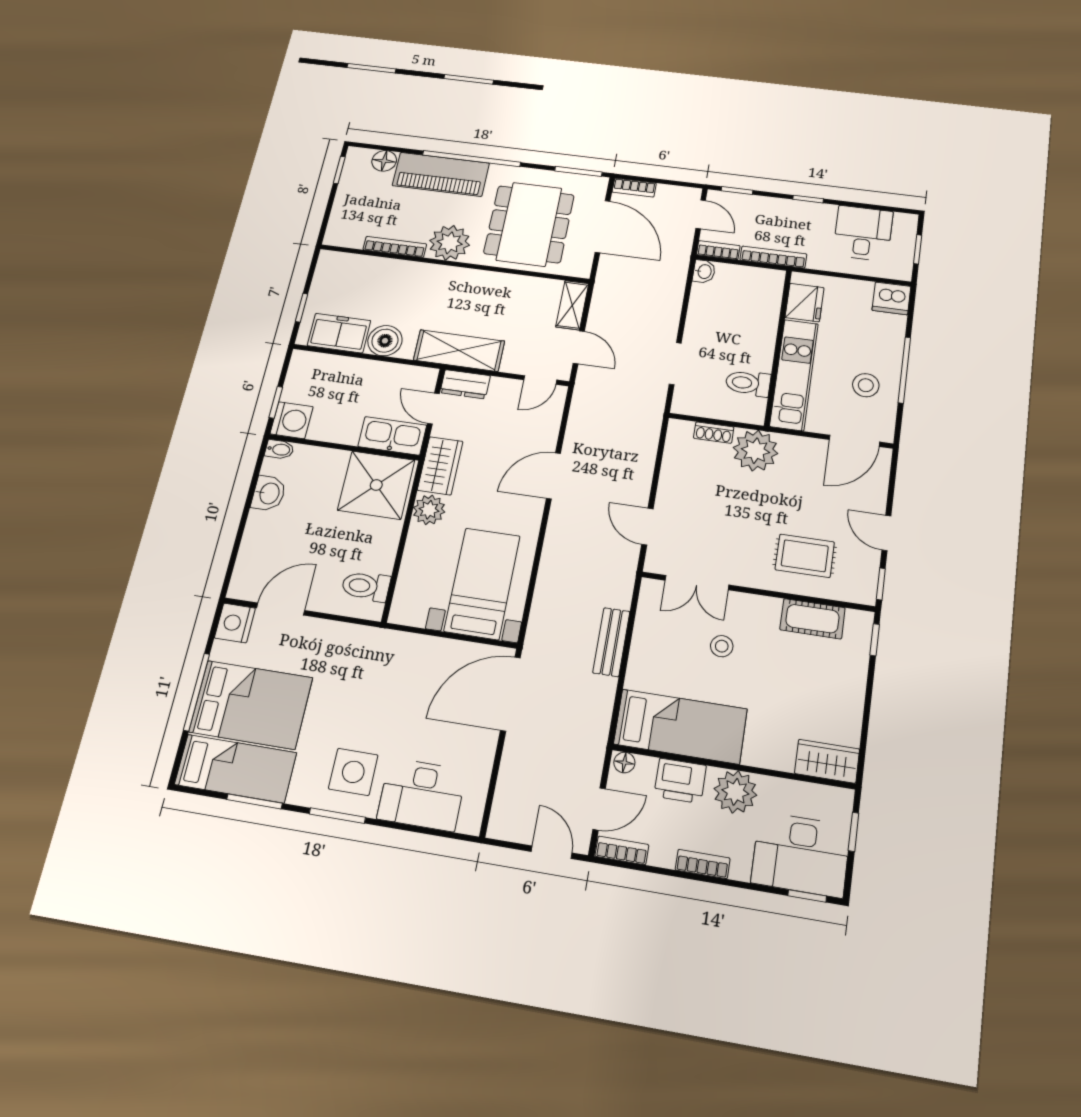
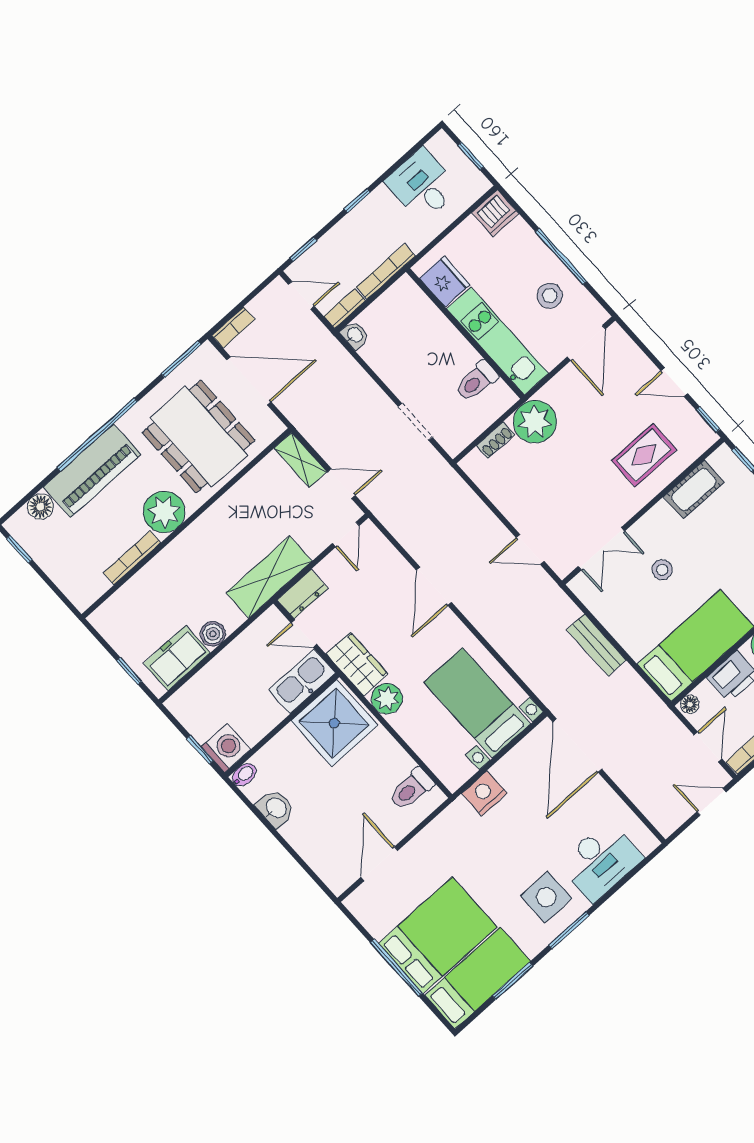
boiler: (385, 341) -> (213, 634), width x0.73, depth x0.73
nightstand: (235, 623) -> (484, 793), moved, turned 90

